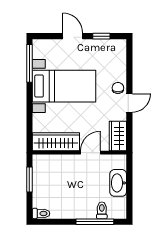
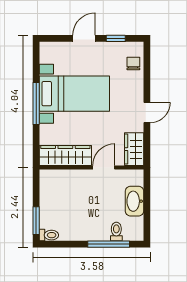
door: (73, 36) -> (84, 38), hinge flipped
window: (29, 63) -> (36, 104), moved
chair: (118, 88) -> (133, 64), moved
window: (29, 180) -> (36, 221), moved

